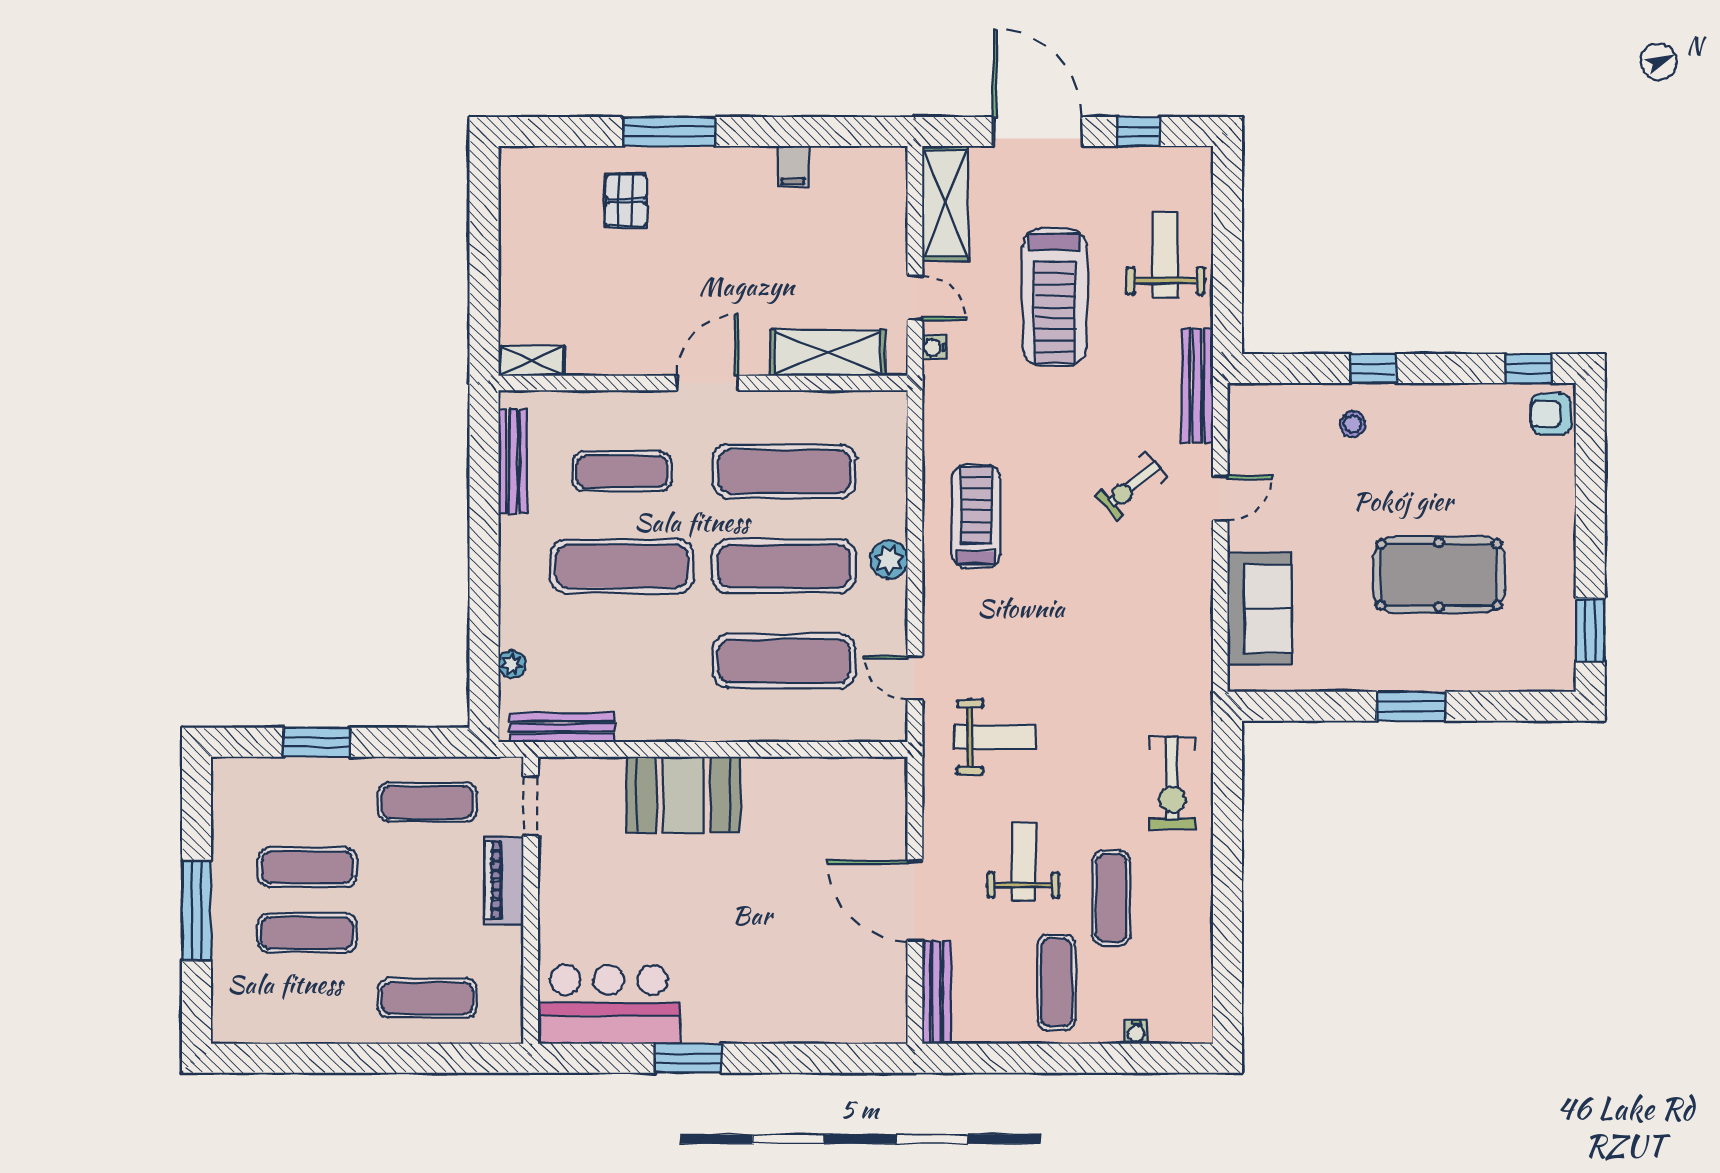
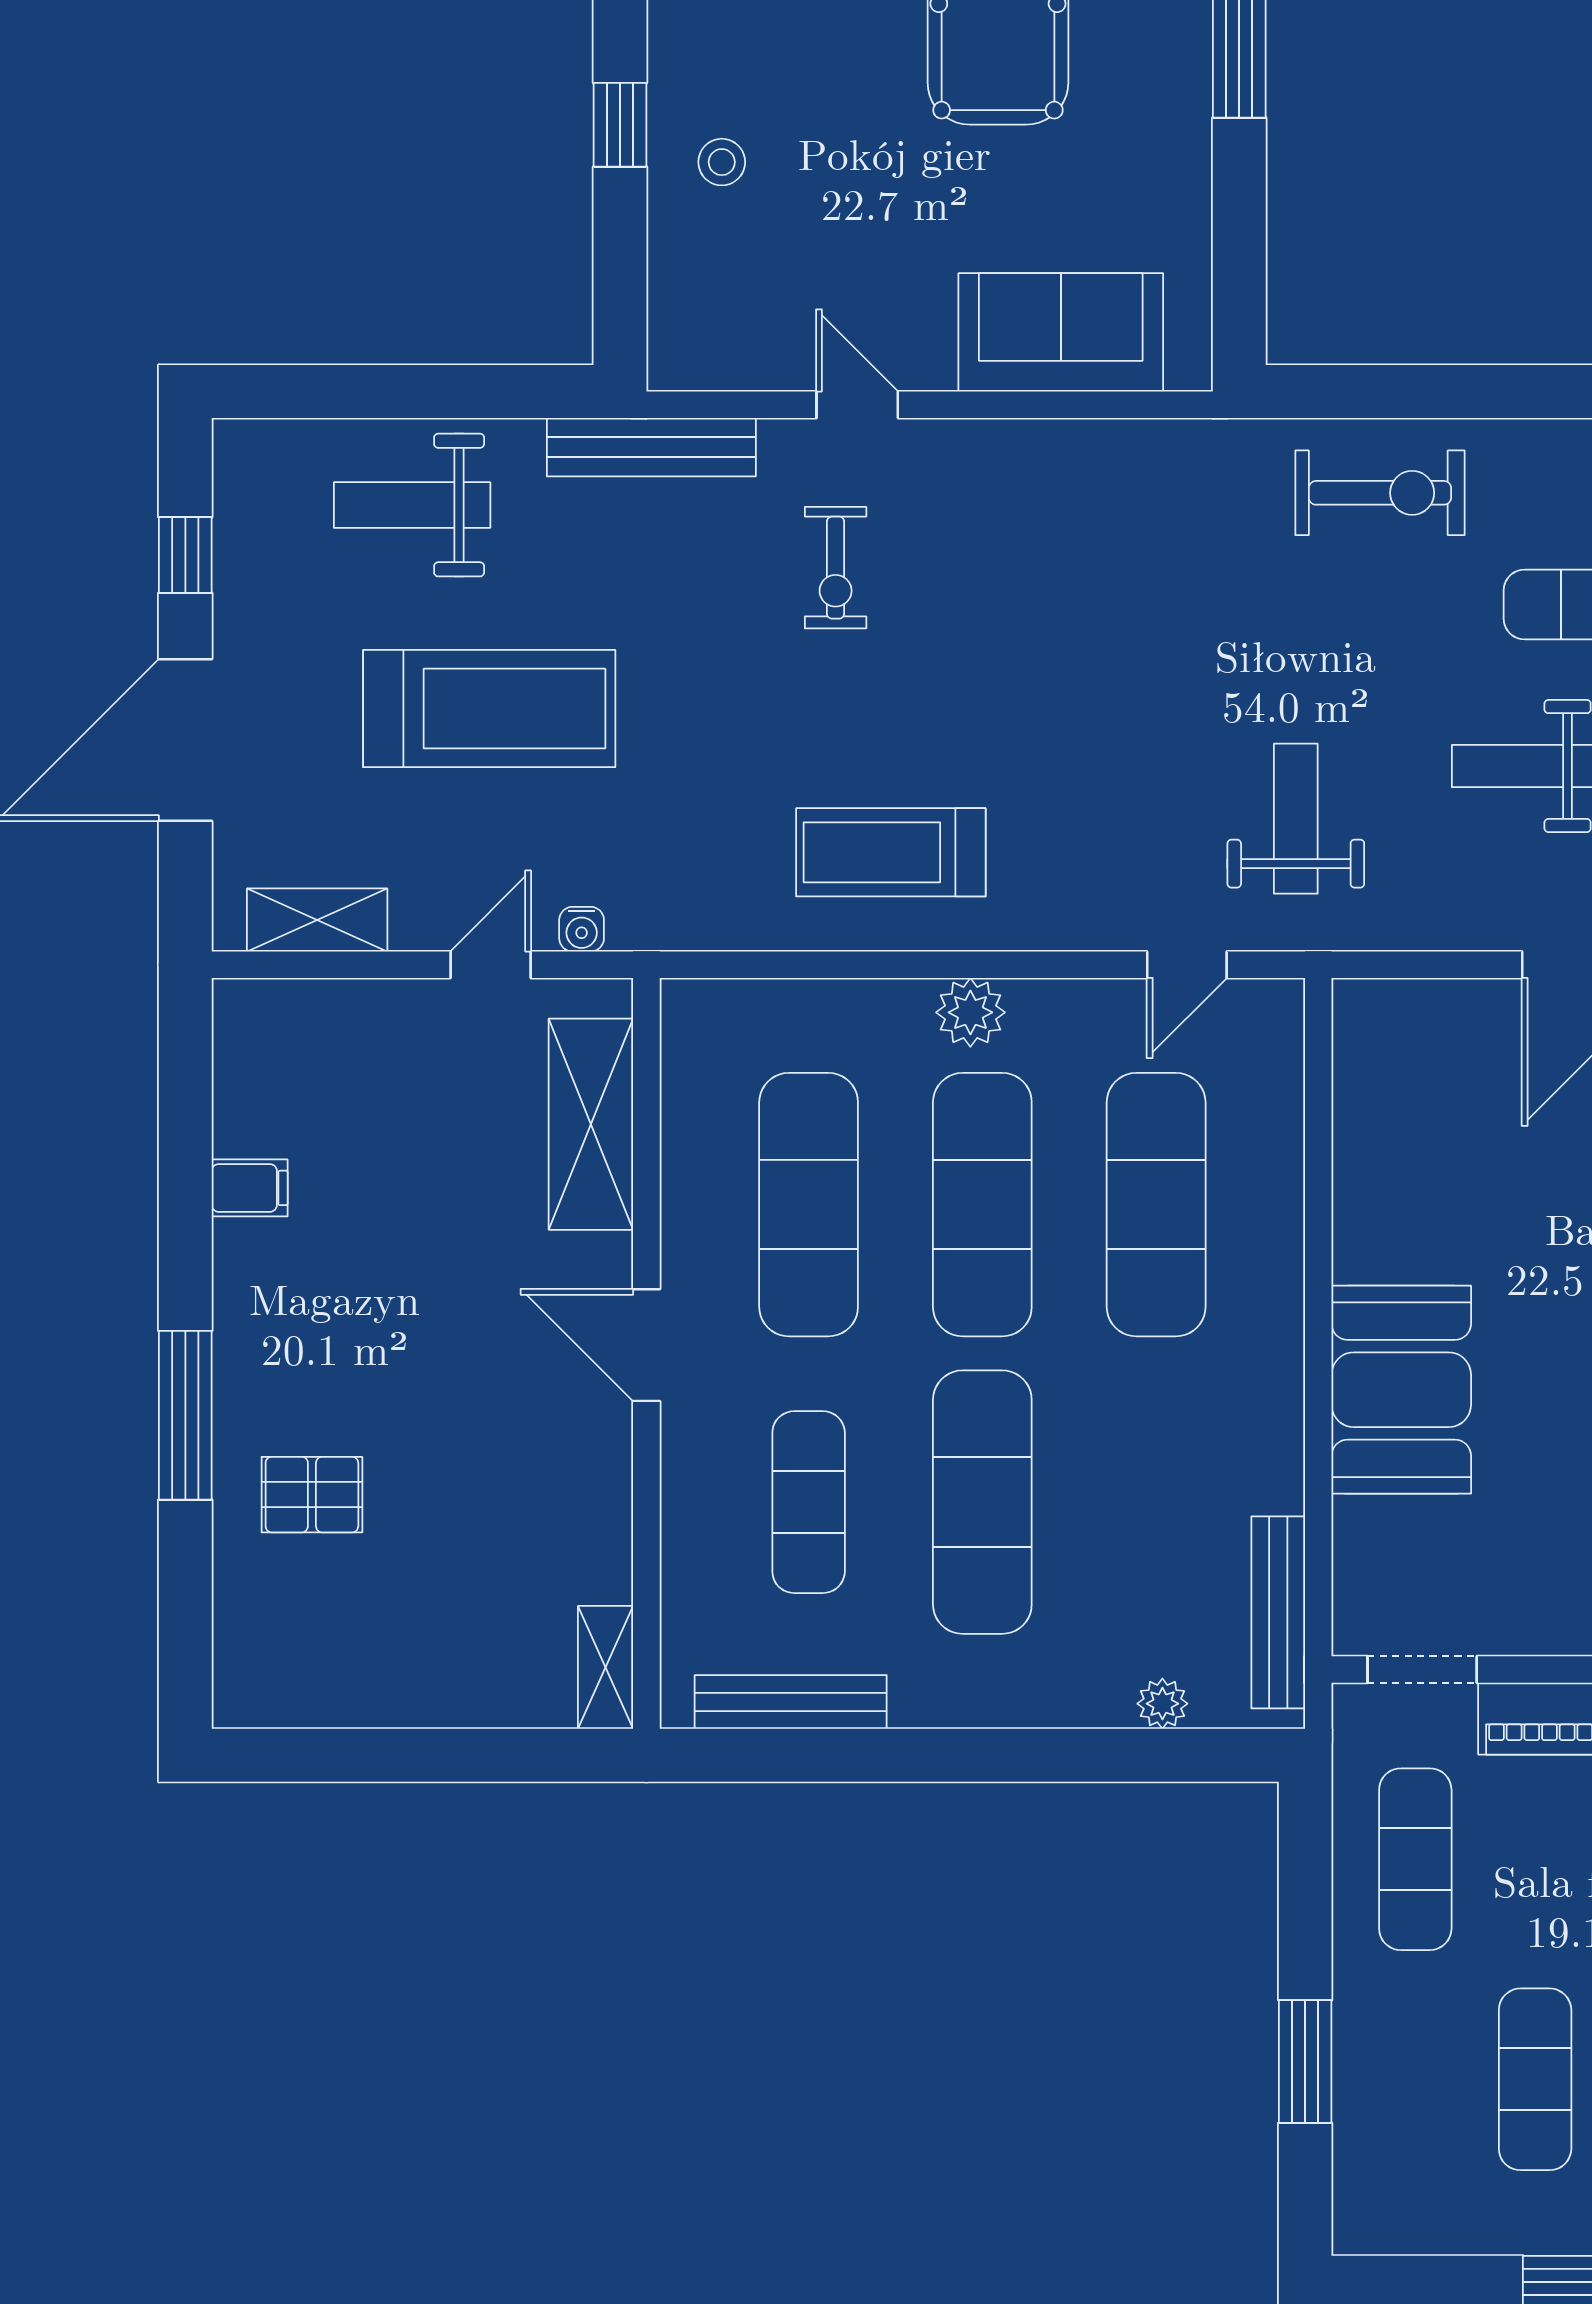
shelving: (945, 203) -> (317, 920), width x0.67, depth x0.75
exercise bike: (1131, 486) -> (836, 568), turned 40

